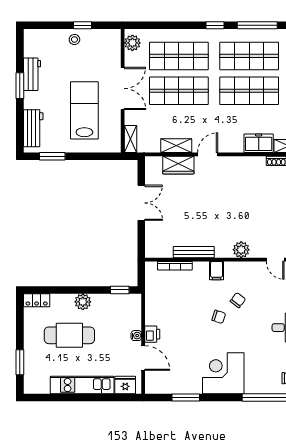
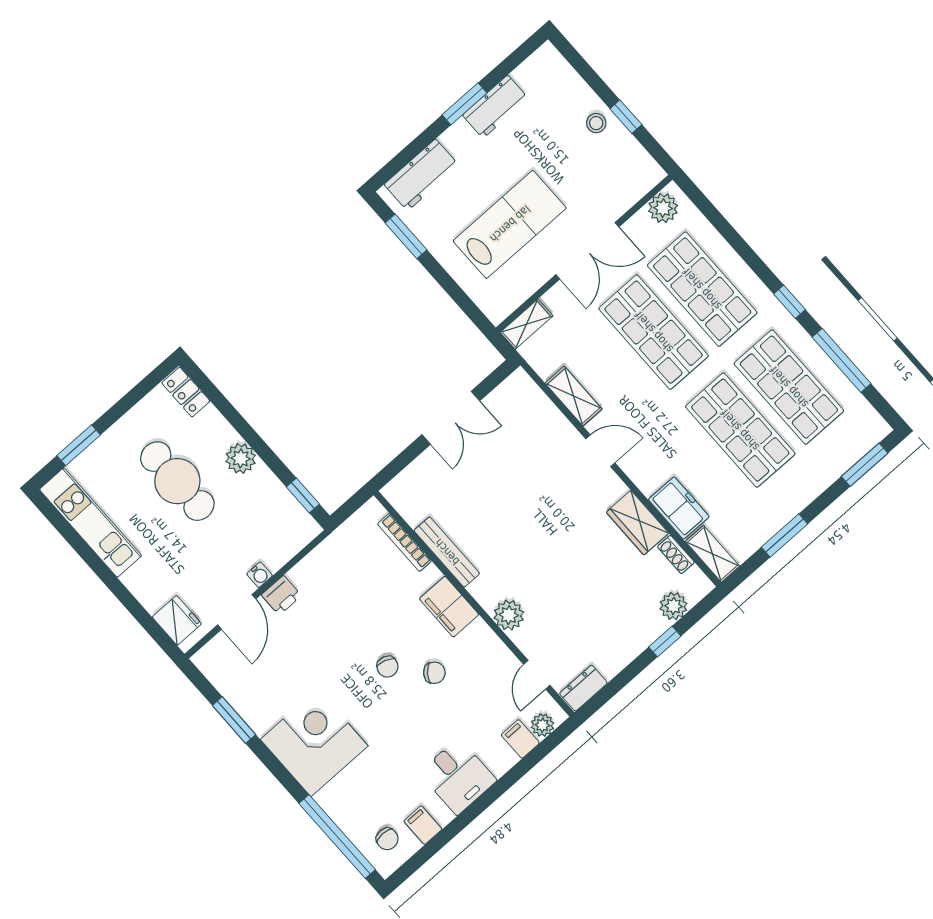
wardrobe: (178, 165) -> (637, 523), moved
filing cabinet: (217, 271) -> (449, 607), width x2.00
kitchen unit: (82, 385) -> (91, 523), moved

